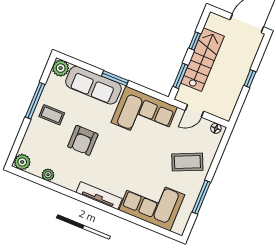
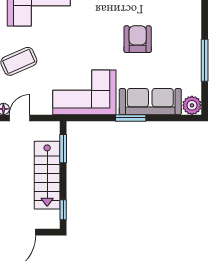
window: (195, 41) -> (63, 210), moved
door: (194, 111) -> (20, 118), moved
coffee table: (52, 115) -> (181, 53), removed

